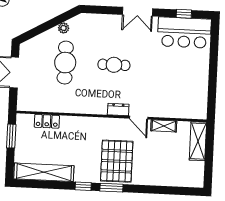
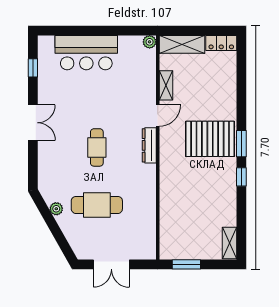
bar counter: (184, 33) -> (86, 53), moved, turned 90
dresser: (118, 110) -> (149, 145), width x1.44
plant: (201, 114) -> (150, 42), added
locker: (47, 121) -> (221, 43), moved, turned 90
shelving: (44, 172) -> (230, 243), width x0.45, depth x0.75

